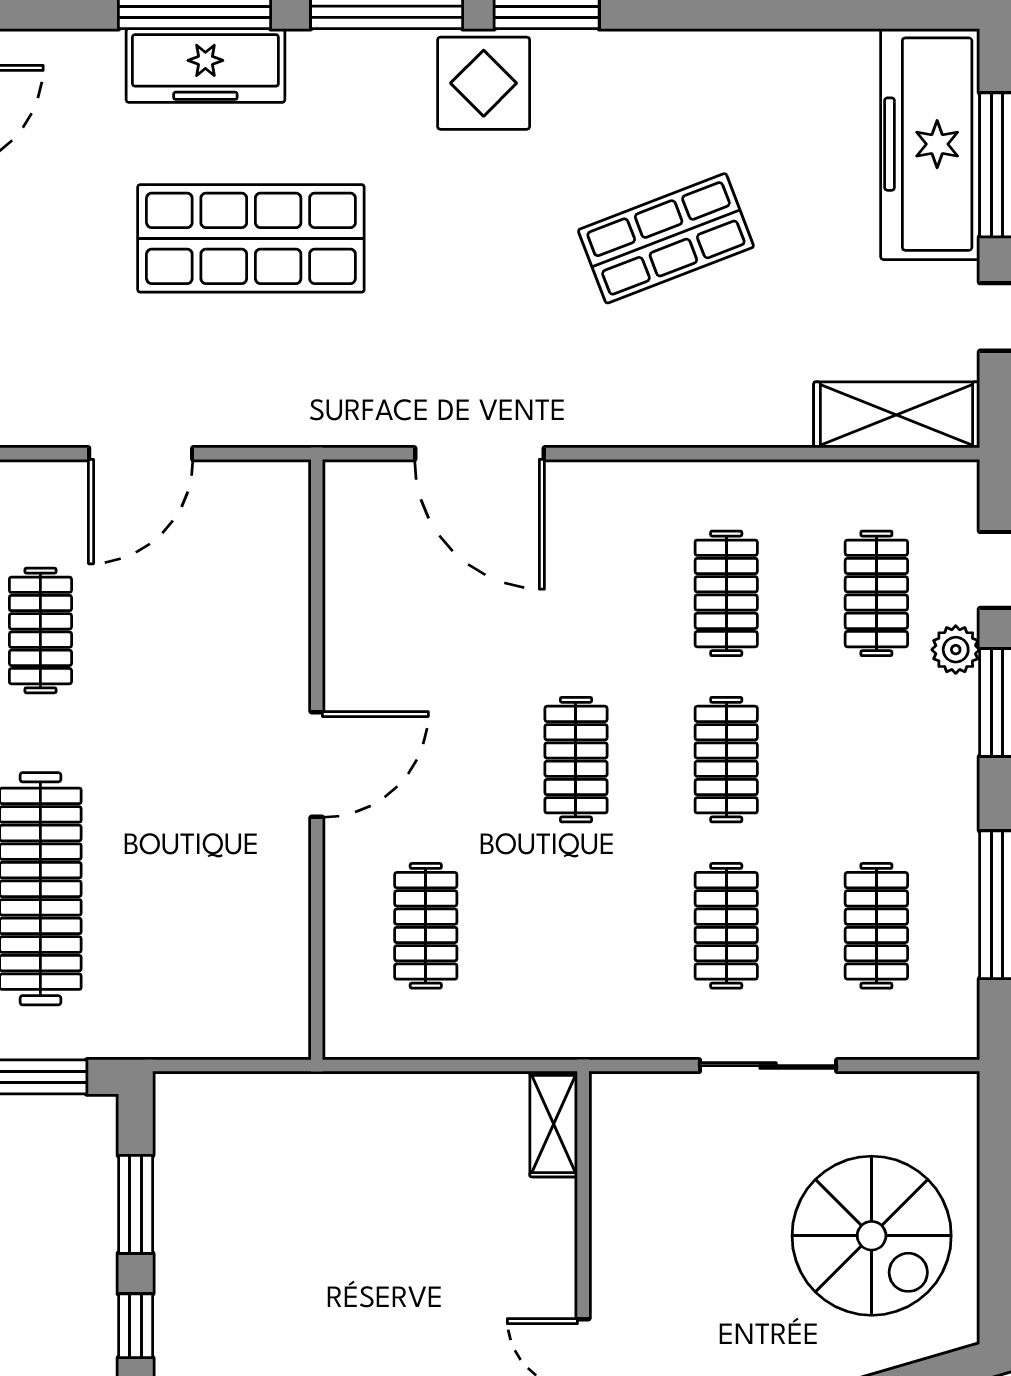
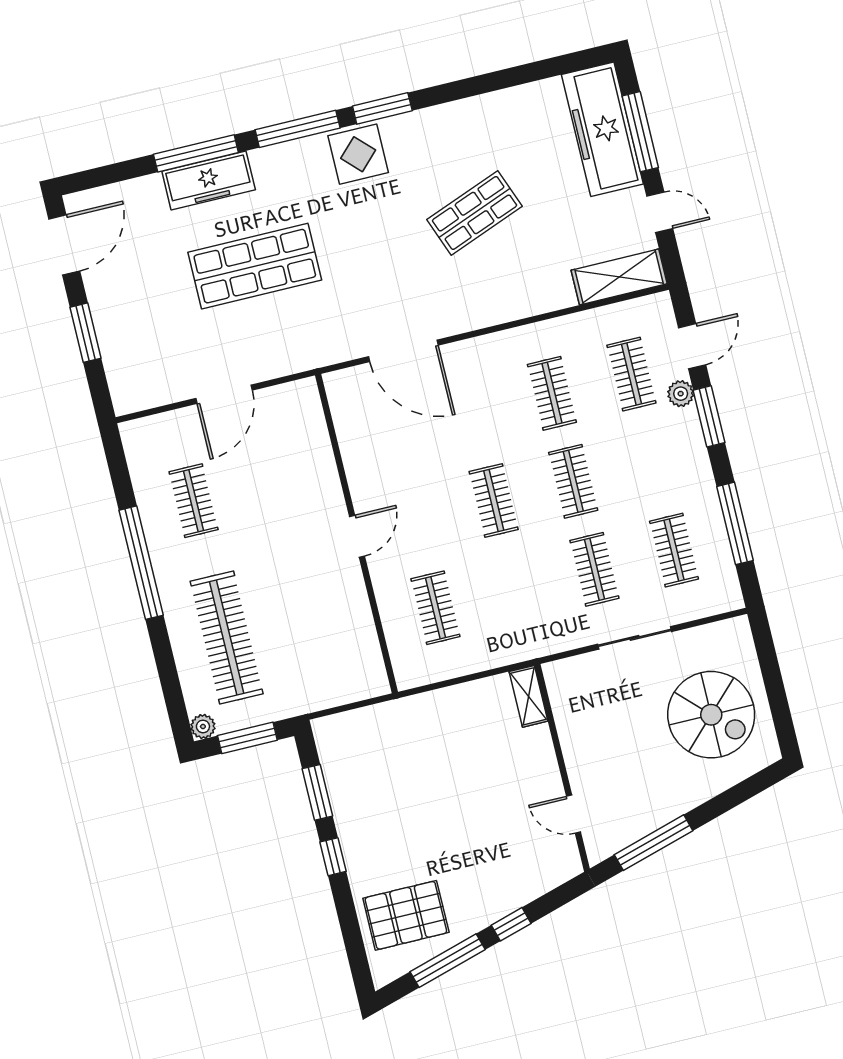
door: (317, 764) -> (357, 536), width x0.73

